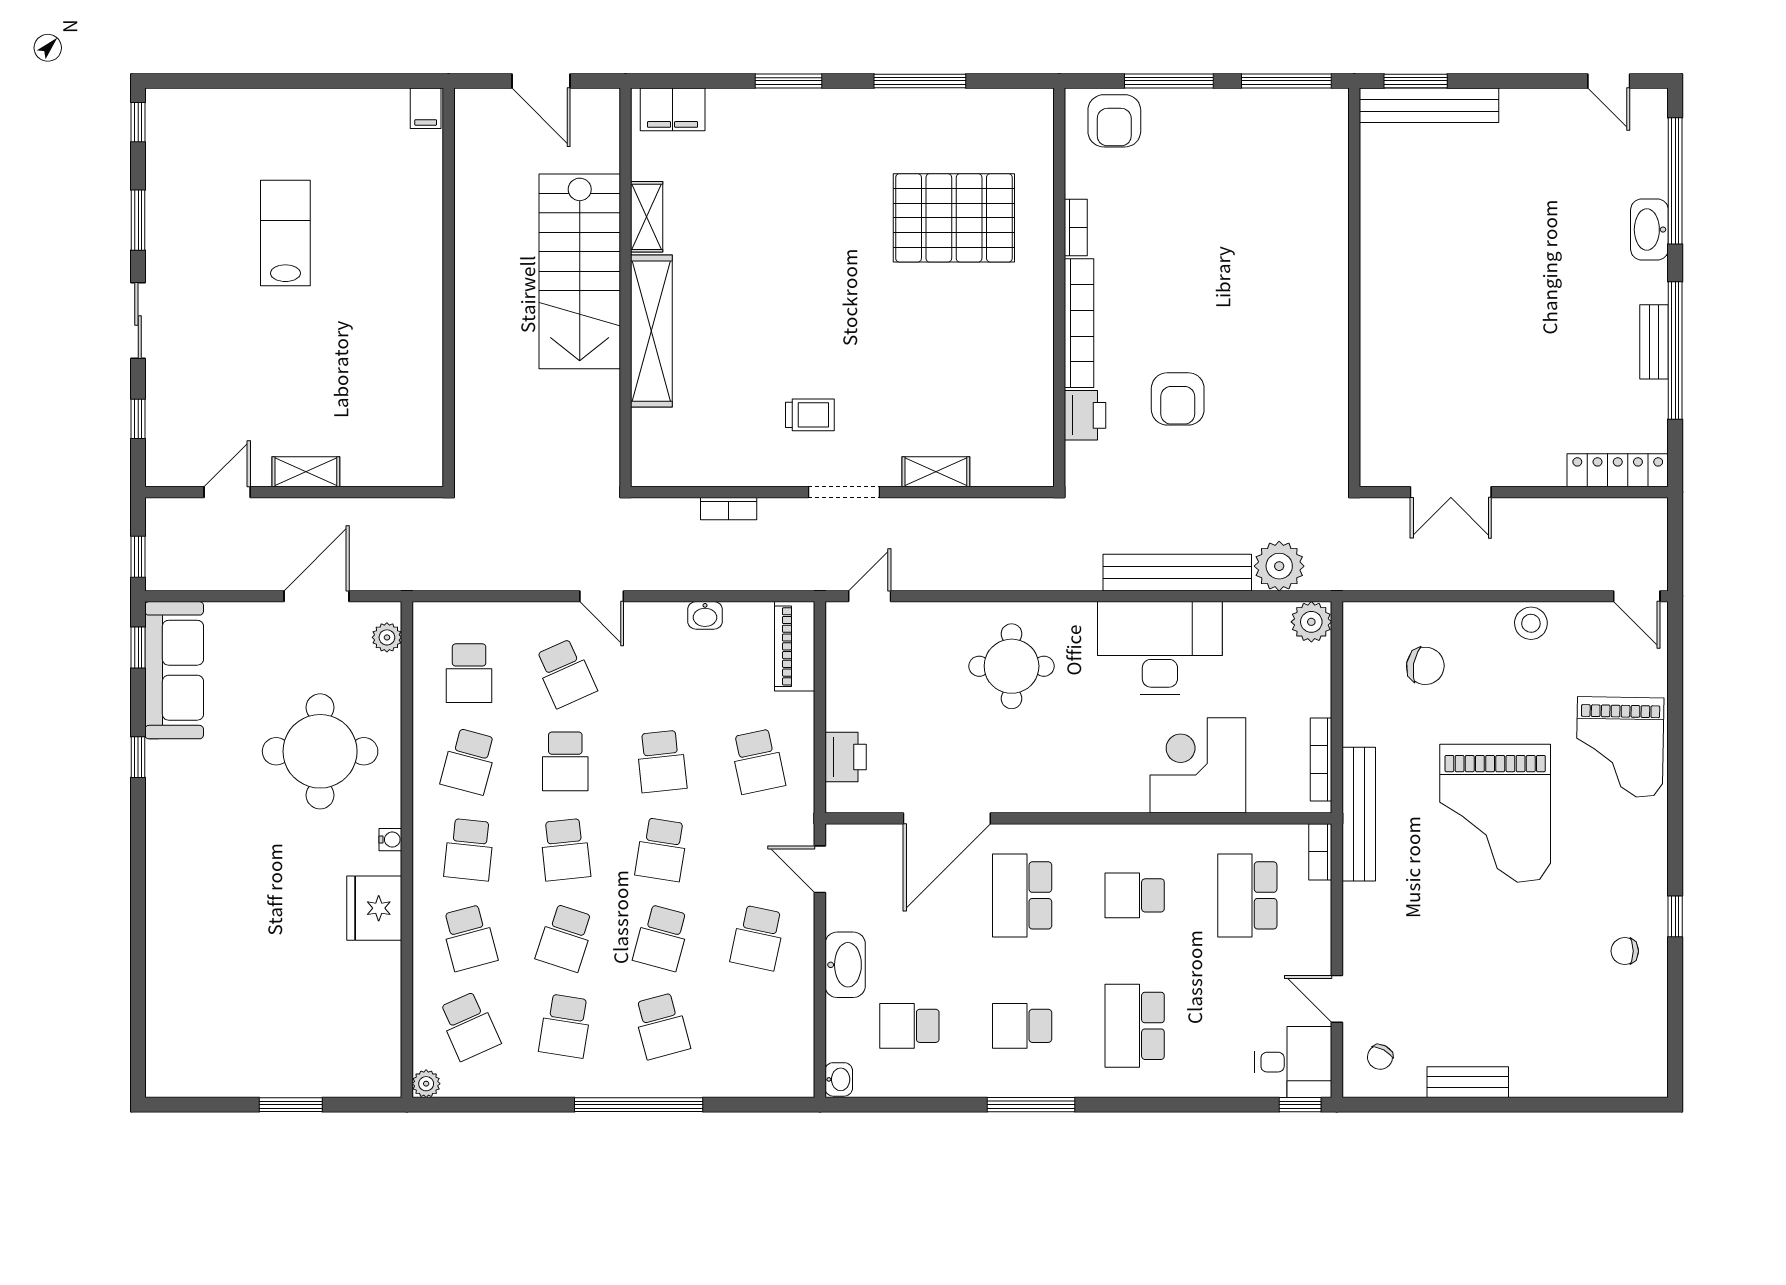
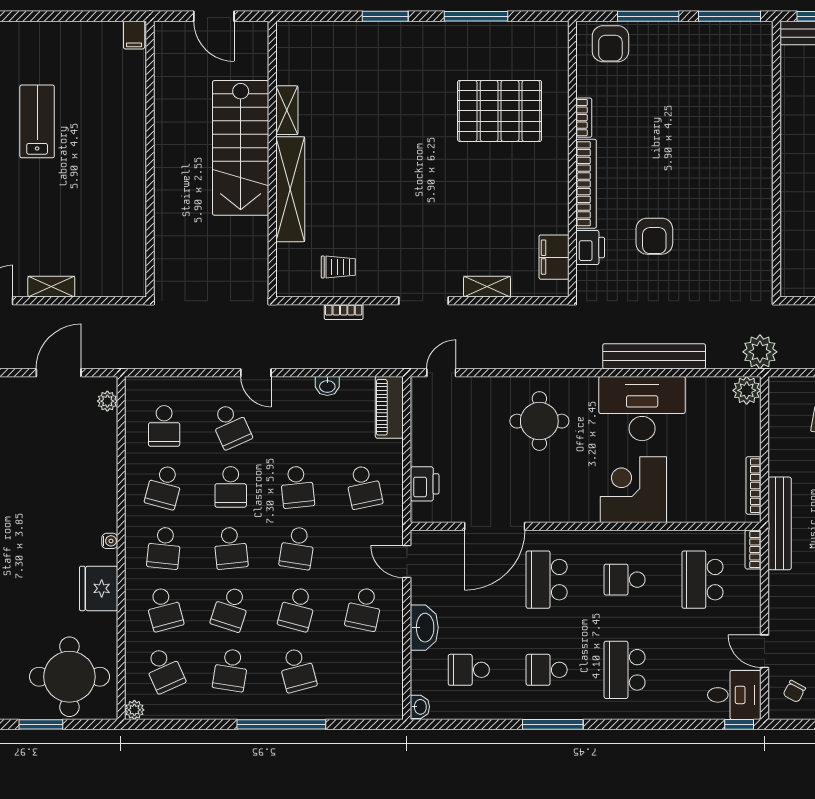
filing cabinet: (673, 109) -> (554, 257), moved, turned 90
trolley: (810, 415) -> (338, 267), moved
plant: (1279, 566) -> (760, 352), moved
round table: (320, 751) -> (69, 677), moved
corner desk: (1198, 765) -> (633, 490), moved

